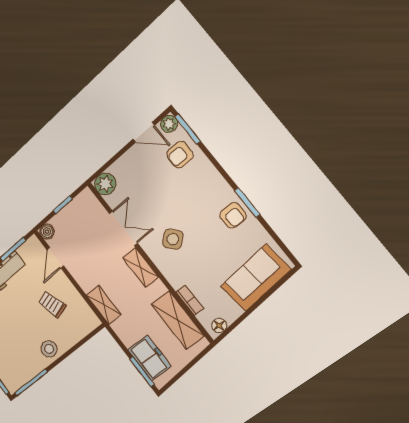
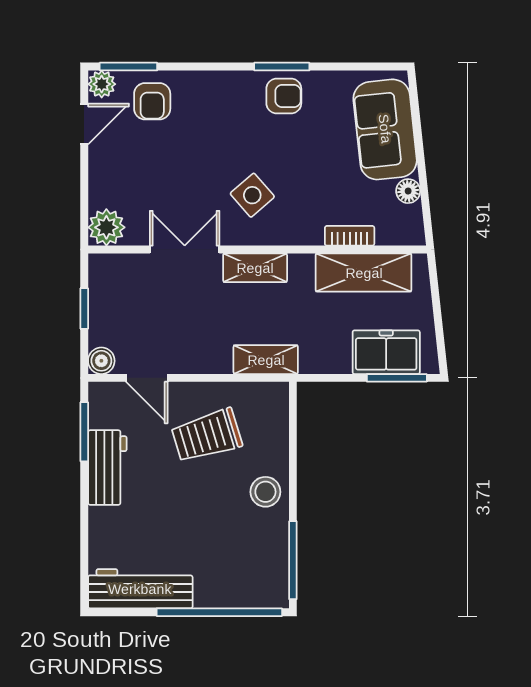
trolley: (52, 304) -> (207, 436), width x1.36, depth x1.39
floor lamp: (219, 325) -> (408, 191), moved

